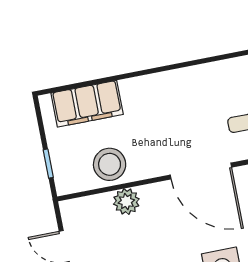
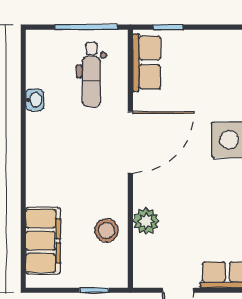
washbasin: (224, 68) -> (35, 100), added
stool: (110, 164) -> (106, 230), width x0.73, depth x0.73

